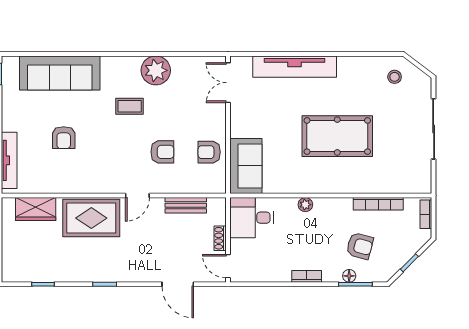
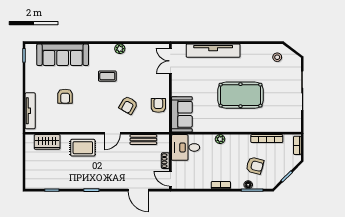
plant: (156, 70) -> (120, 49), width x0.53, depth x0.53
armchair: (162, 152) -> (128, 105), turned 120
armchair: (209, 152) -> (158, 105), turned 90
rug: (91, 218) -> (83, 148), width x0.73, depth x0.70

